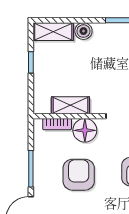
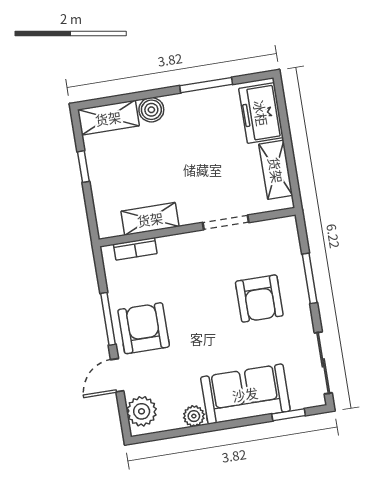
floor lamp: (85, 130) -> (176, 251), removed
armchair: (79, 175) -> (144, 328), moved

